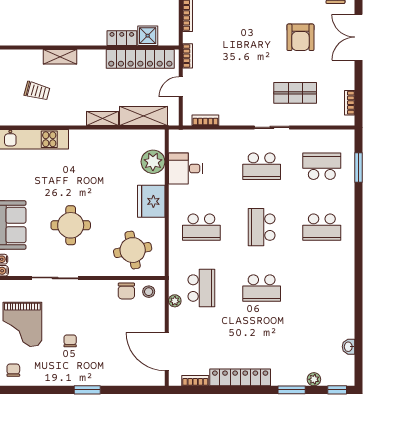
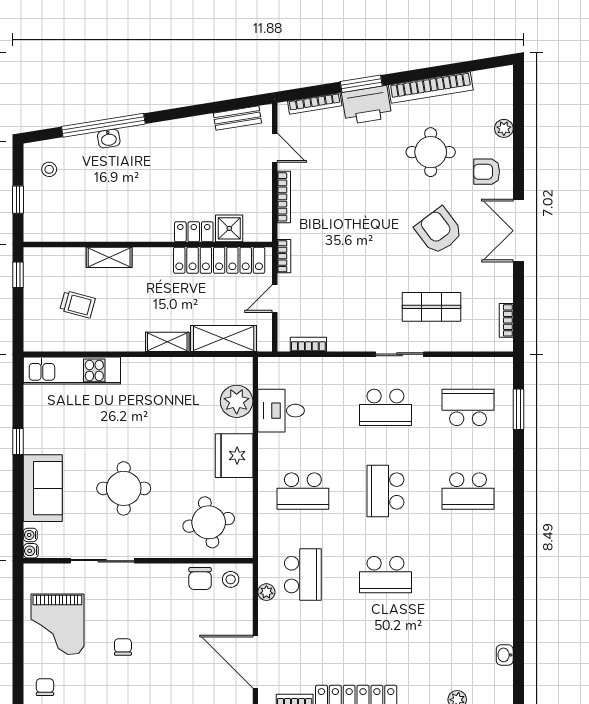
armchair: (300, 37) -> (439, 231), turned 143

